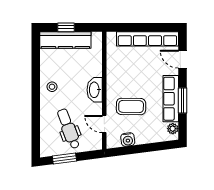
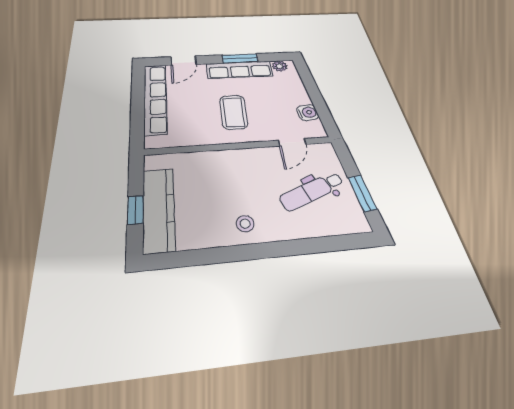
washbasin: (95, 90) -> (241, 159), removed
coffee table: (131, 107) -> (234, 112), moved

